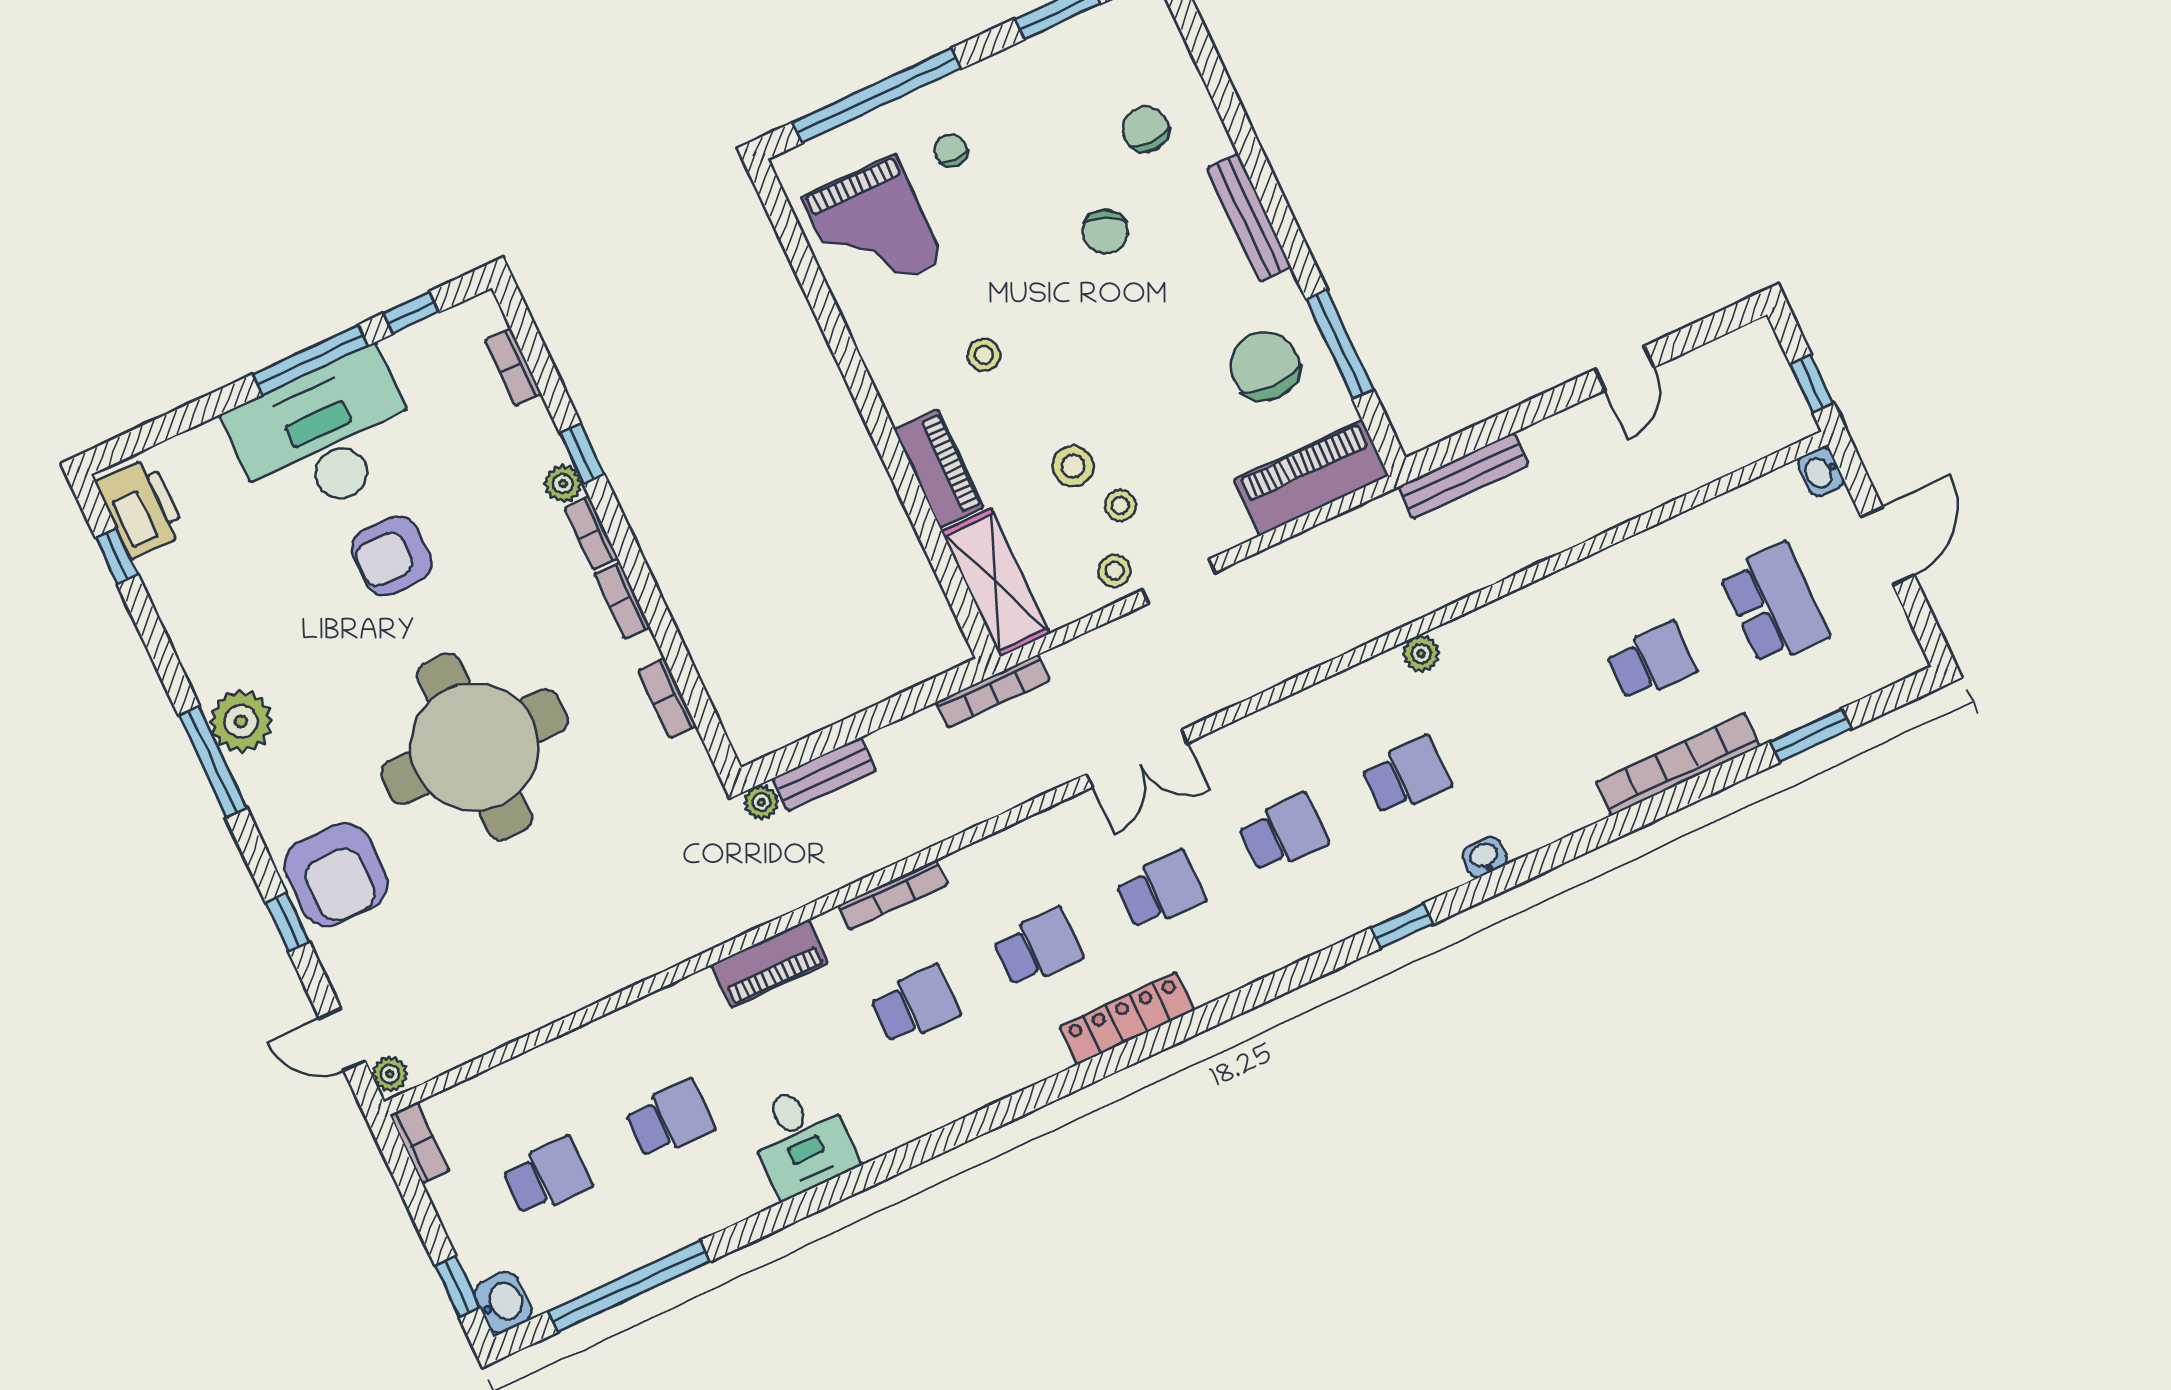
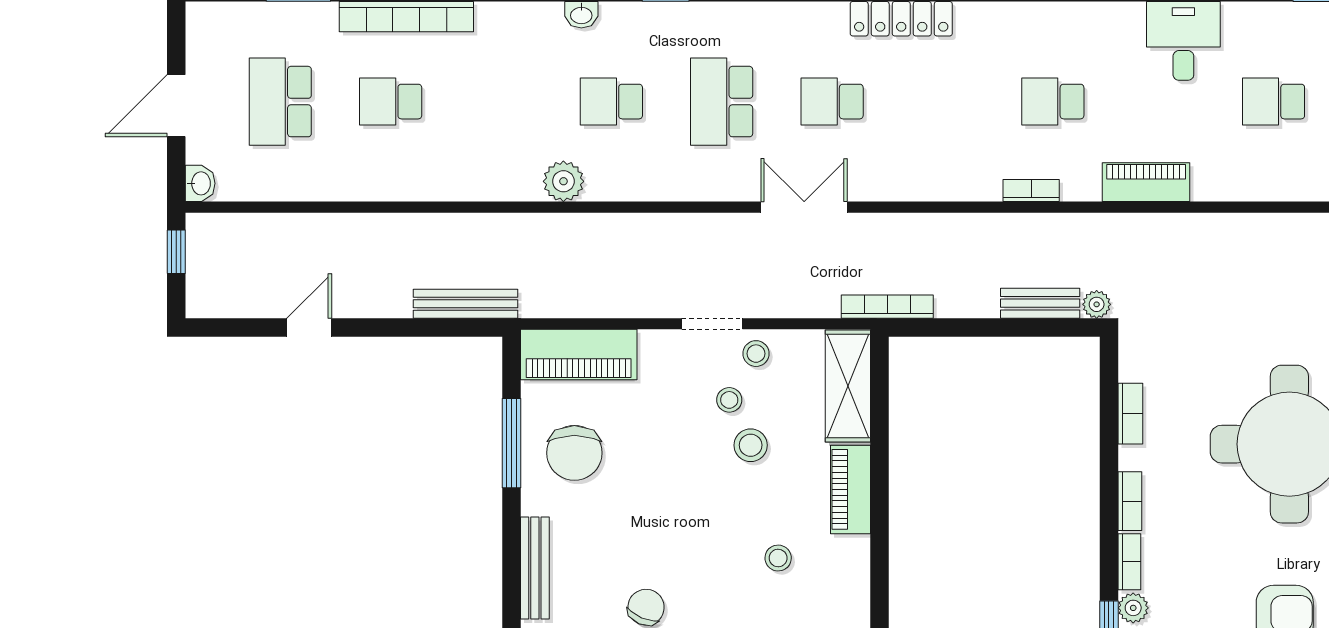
plant: (1421, 654) -> (563, 181), width x1.38, depth x1.38
school desk: (1283, 833) -> (722, 102), width x1.85
bookcase: (893, 895) -> (1031, 190), width x0.64
school desk: (1038, 948) -> (942, 102), removed

